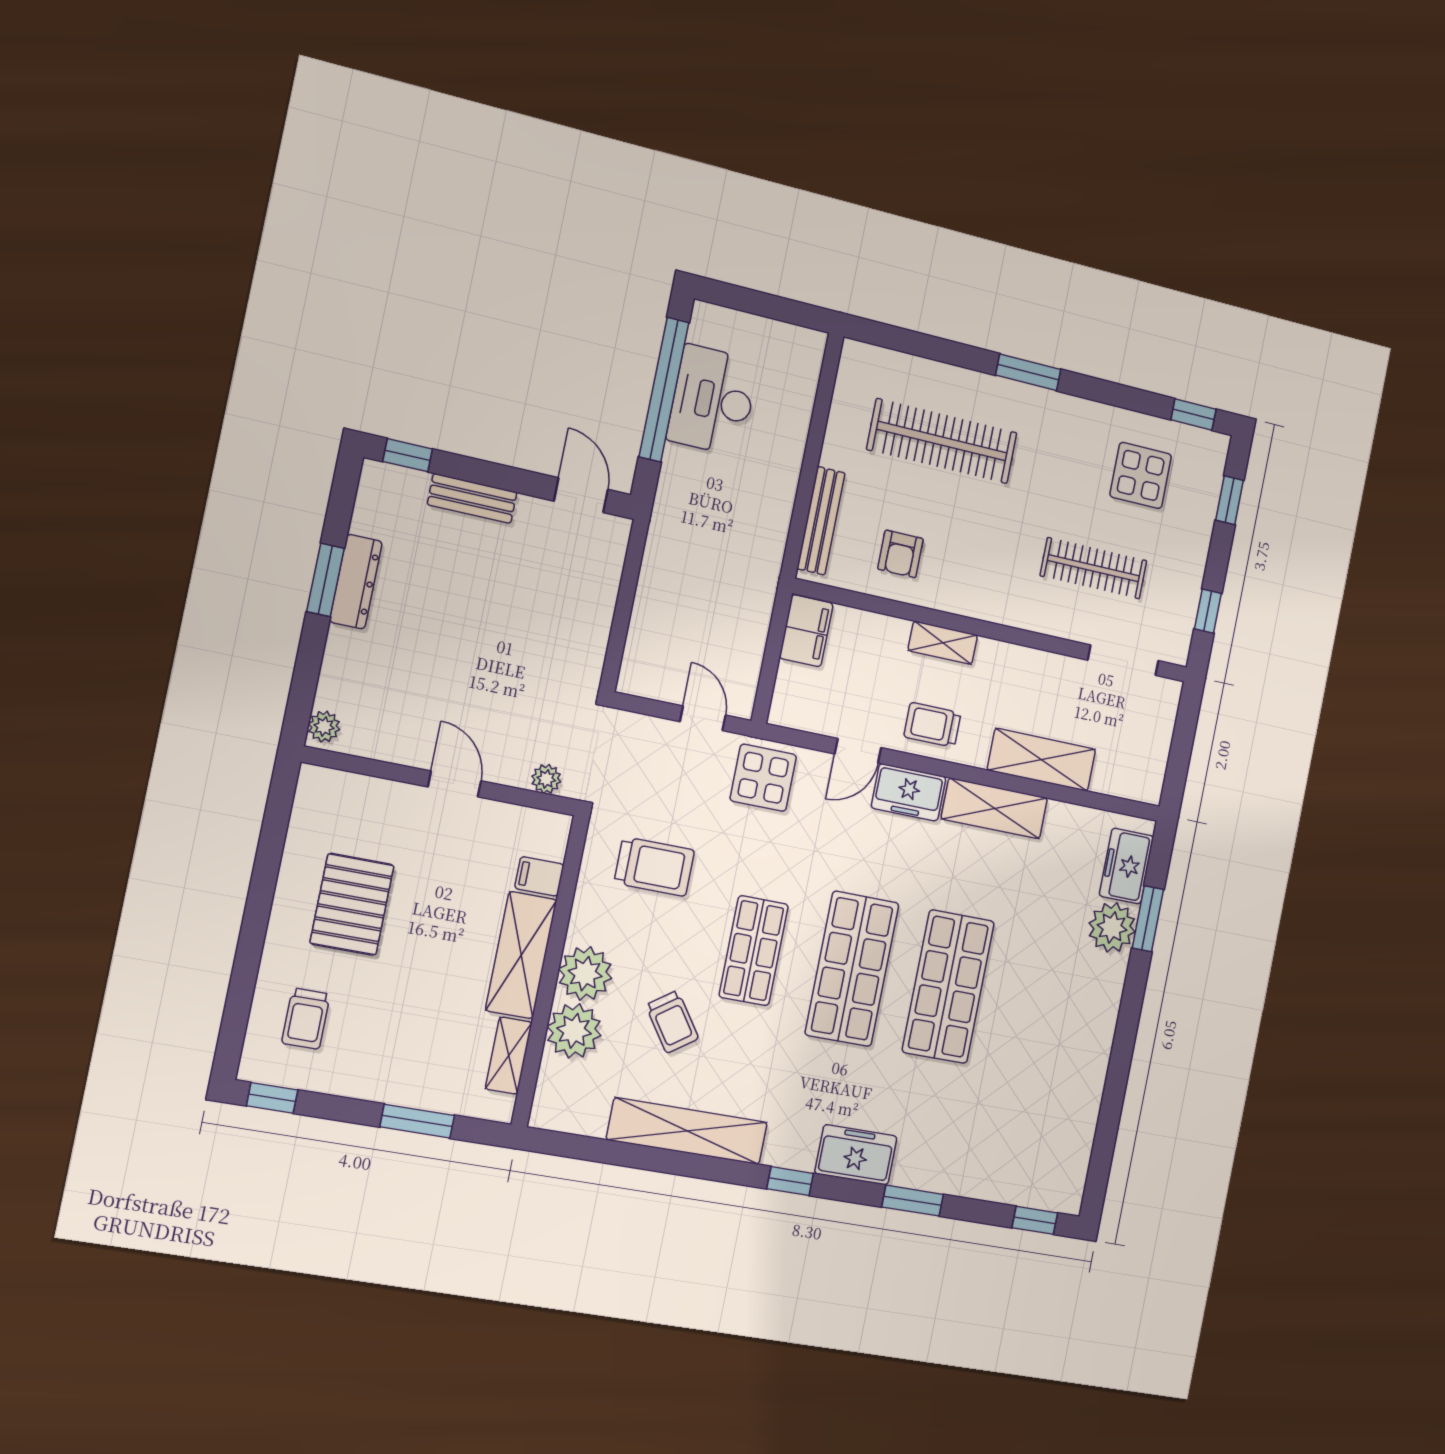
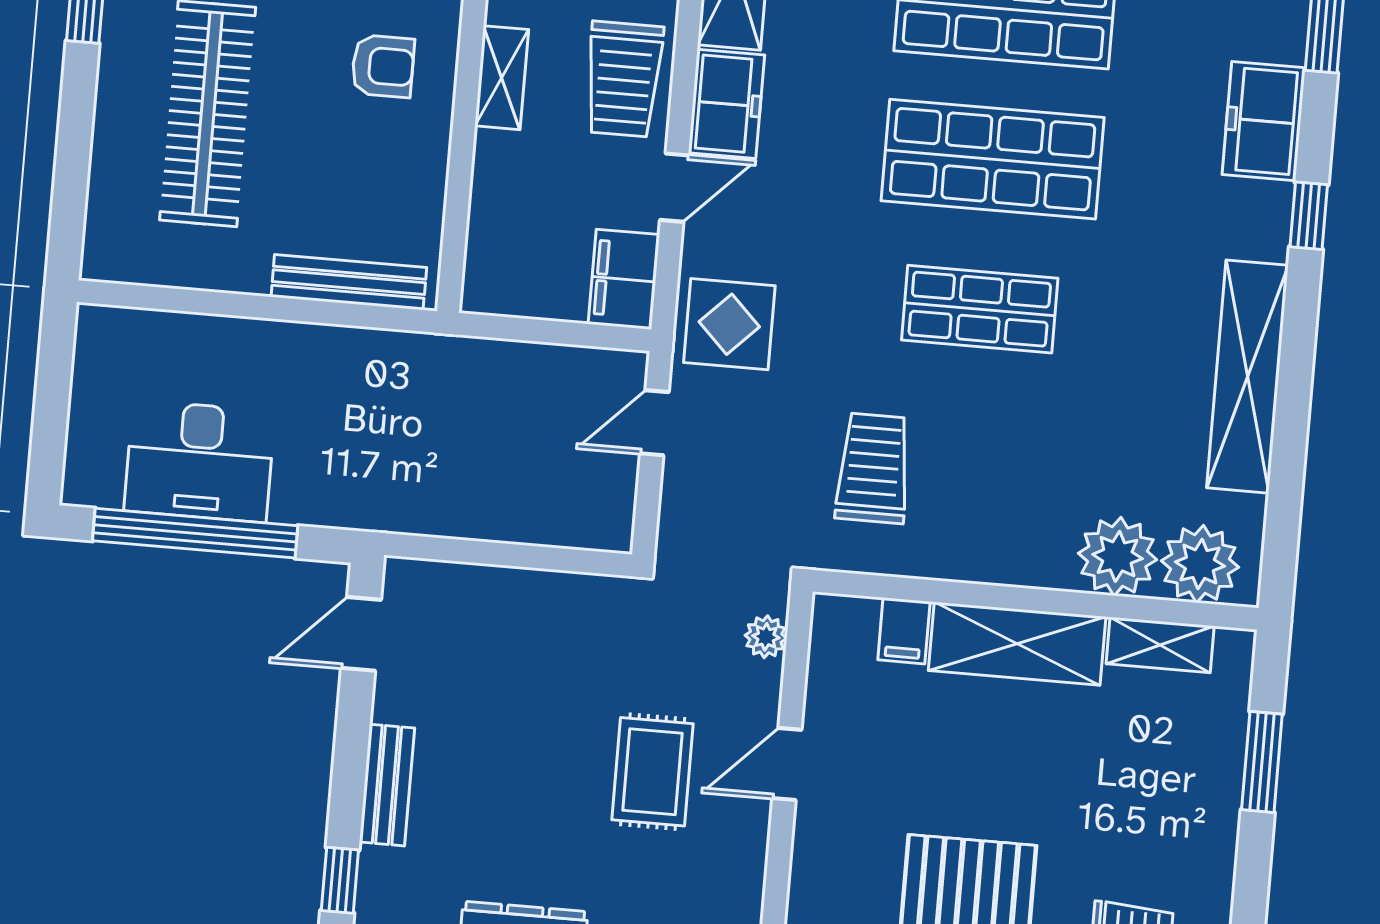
armchair: (900, 554) -> (383, 66), moved
filing cabinet: (806, 631) -> (624, 279), moved, turned -90
rug: (460, 688) -> (653, 772), added
trolley: (932, 725) -> (624, 79), width x1.36, depth x1.39
door: (858, 751) -> (674, 188), hinge flipped
plant: (585, 974) -> (1200, 564), moved
trolley: (672, 1022) -> (1093, 417), removed

